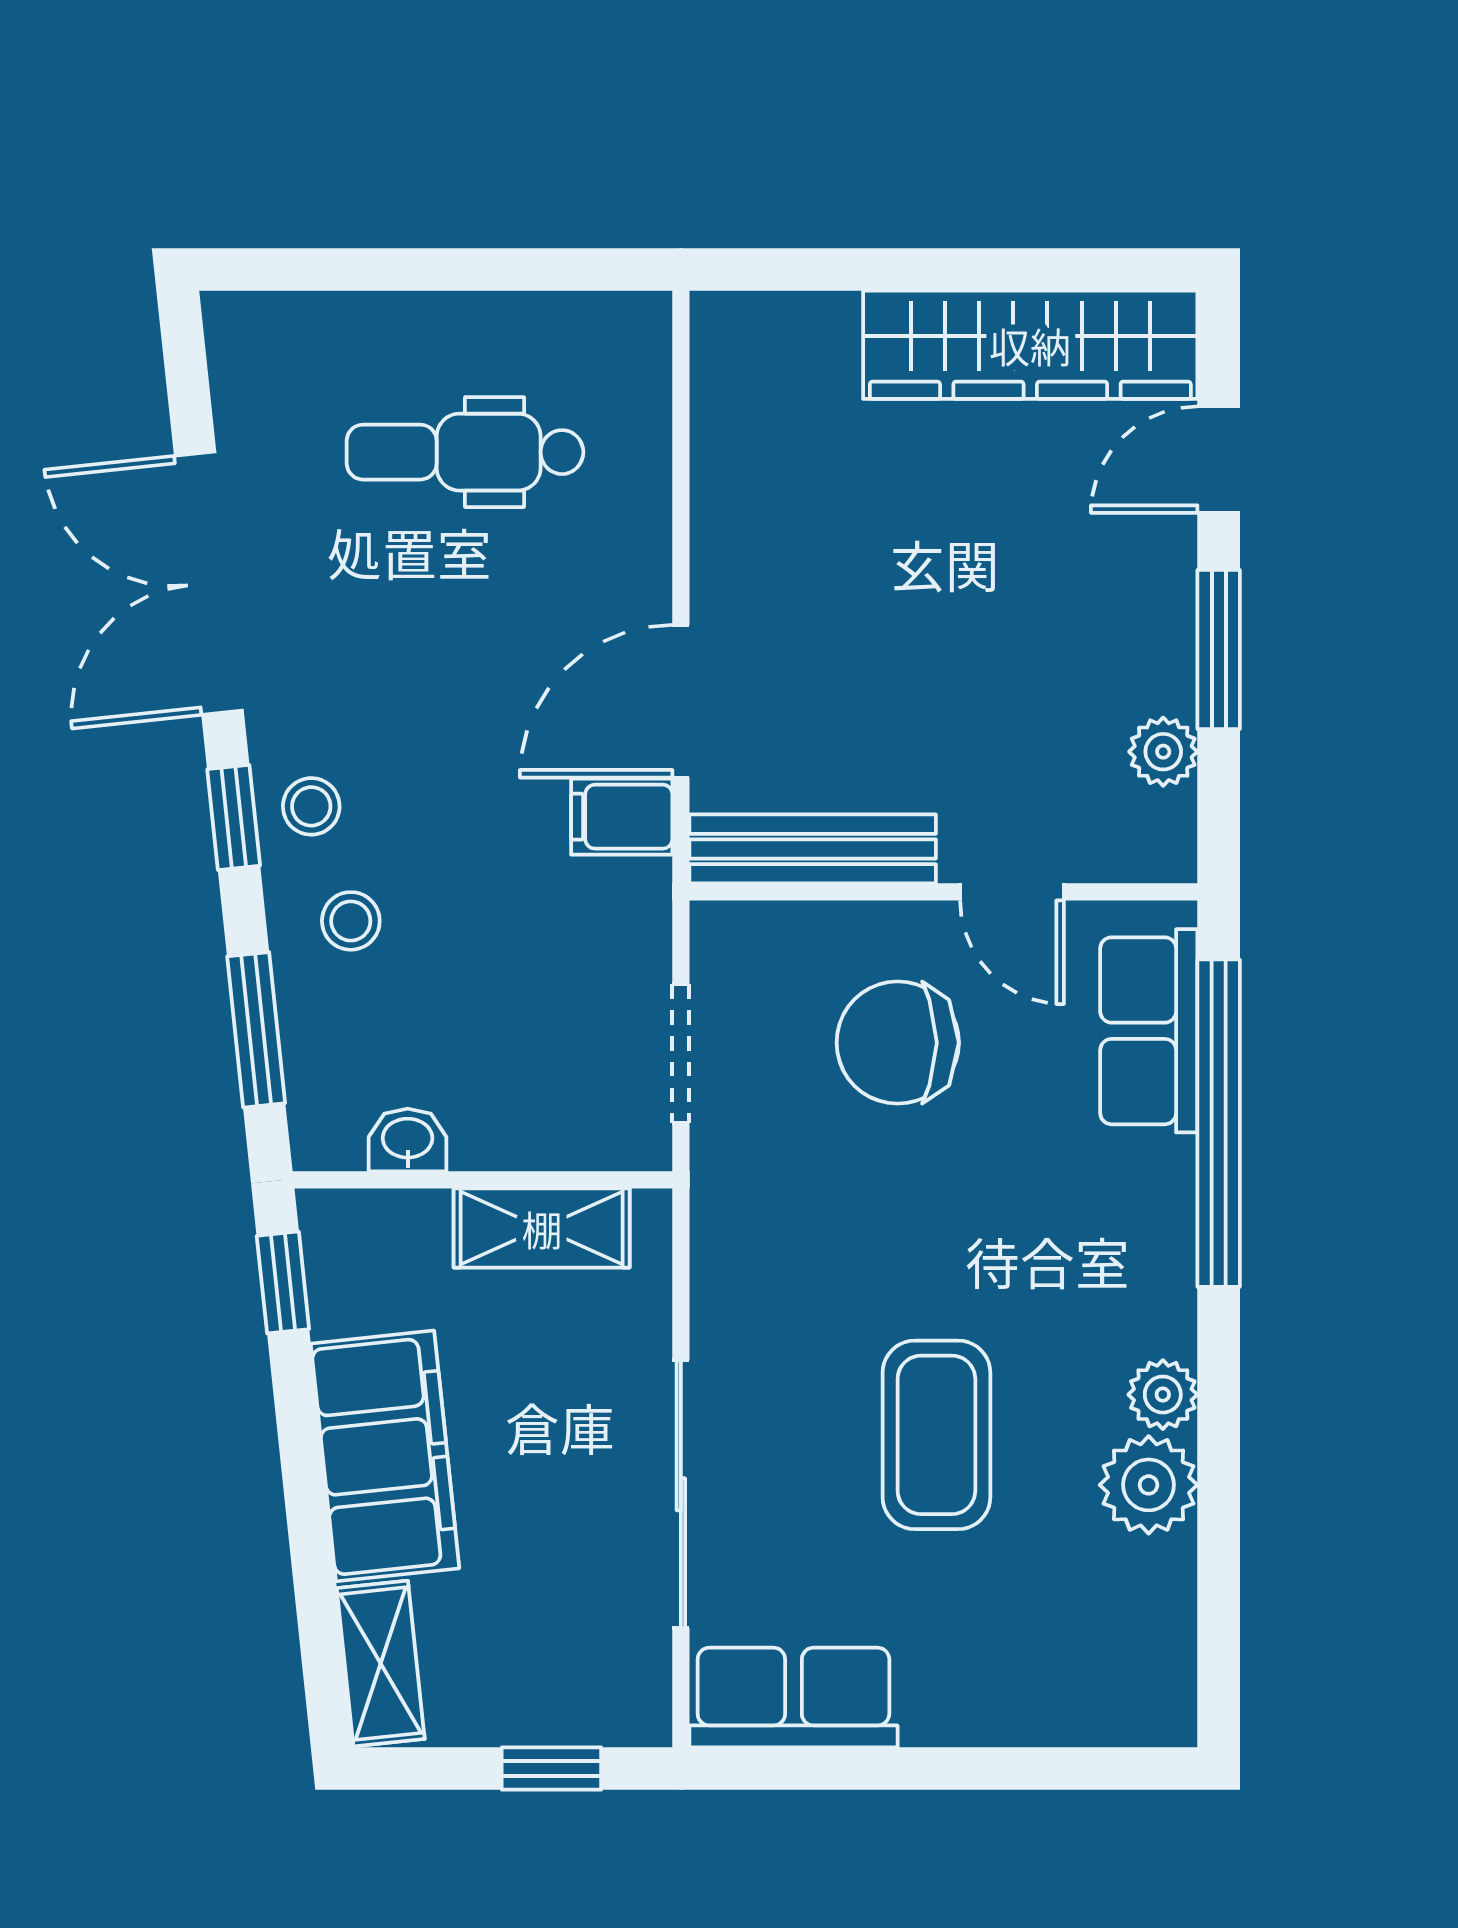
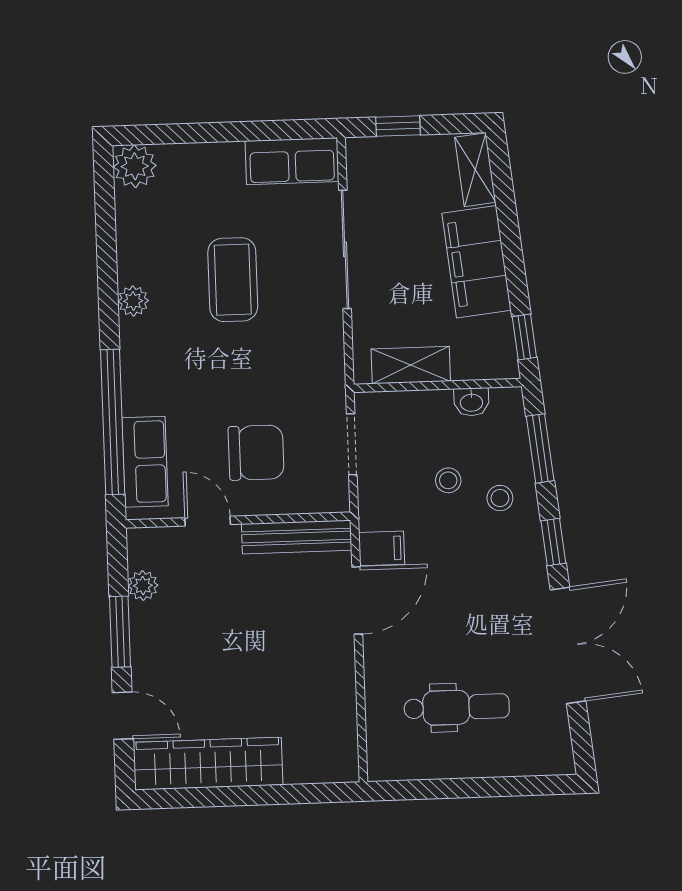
door: (1219, 460) -> (123, 716), hinge flipped
stool: (311, 806) -> (448, 480), moved
plant: (1149, 1485) -> (135, 166), moved

